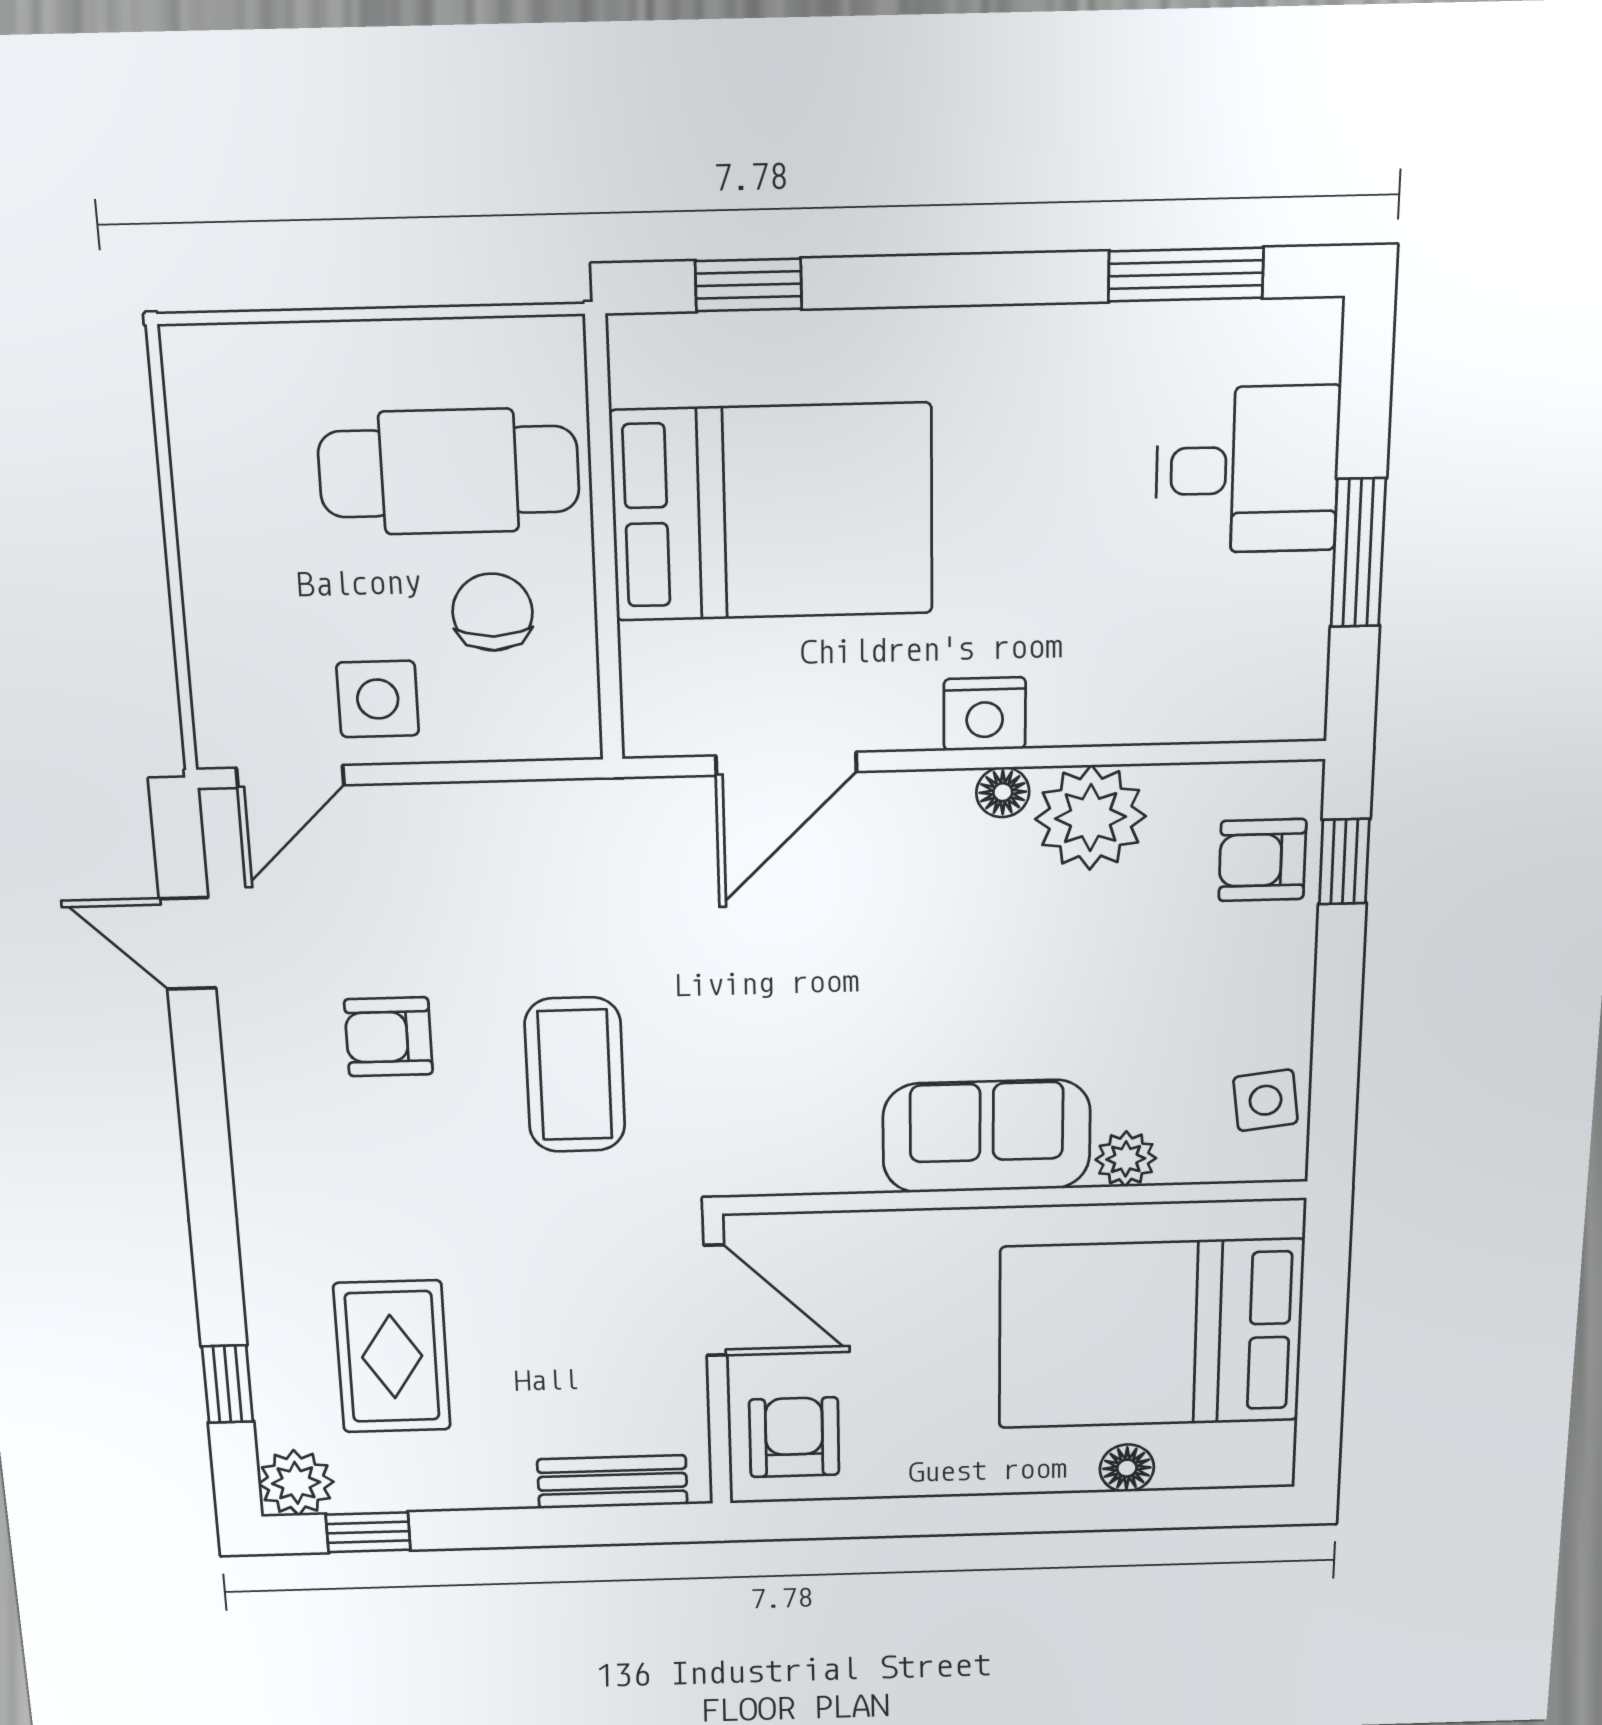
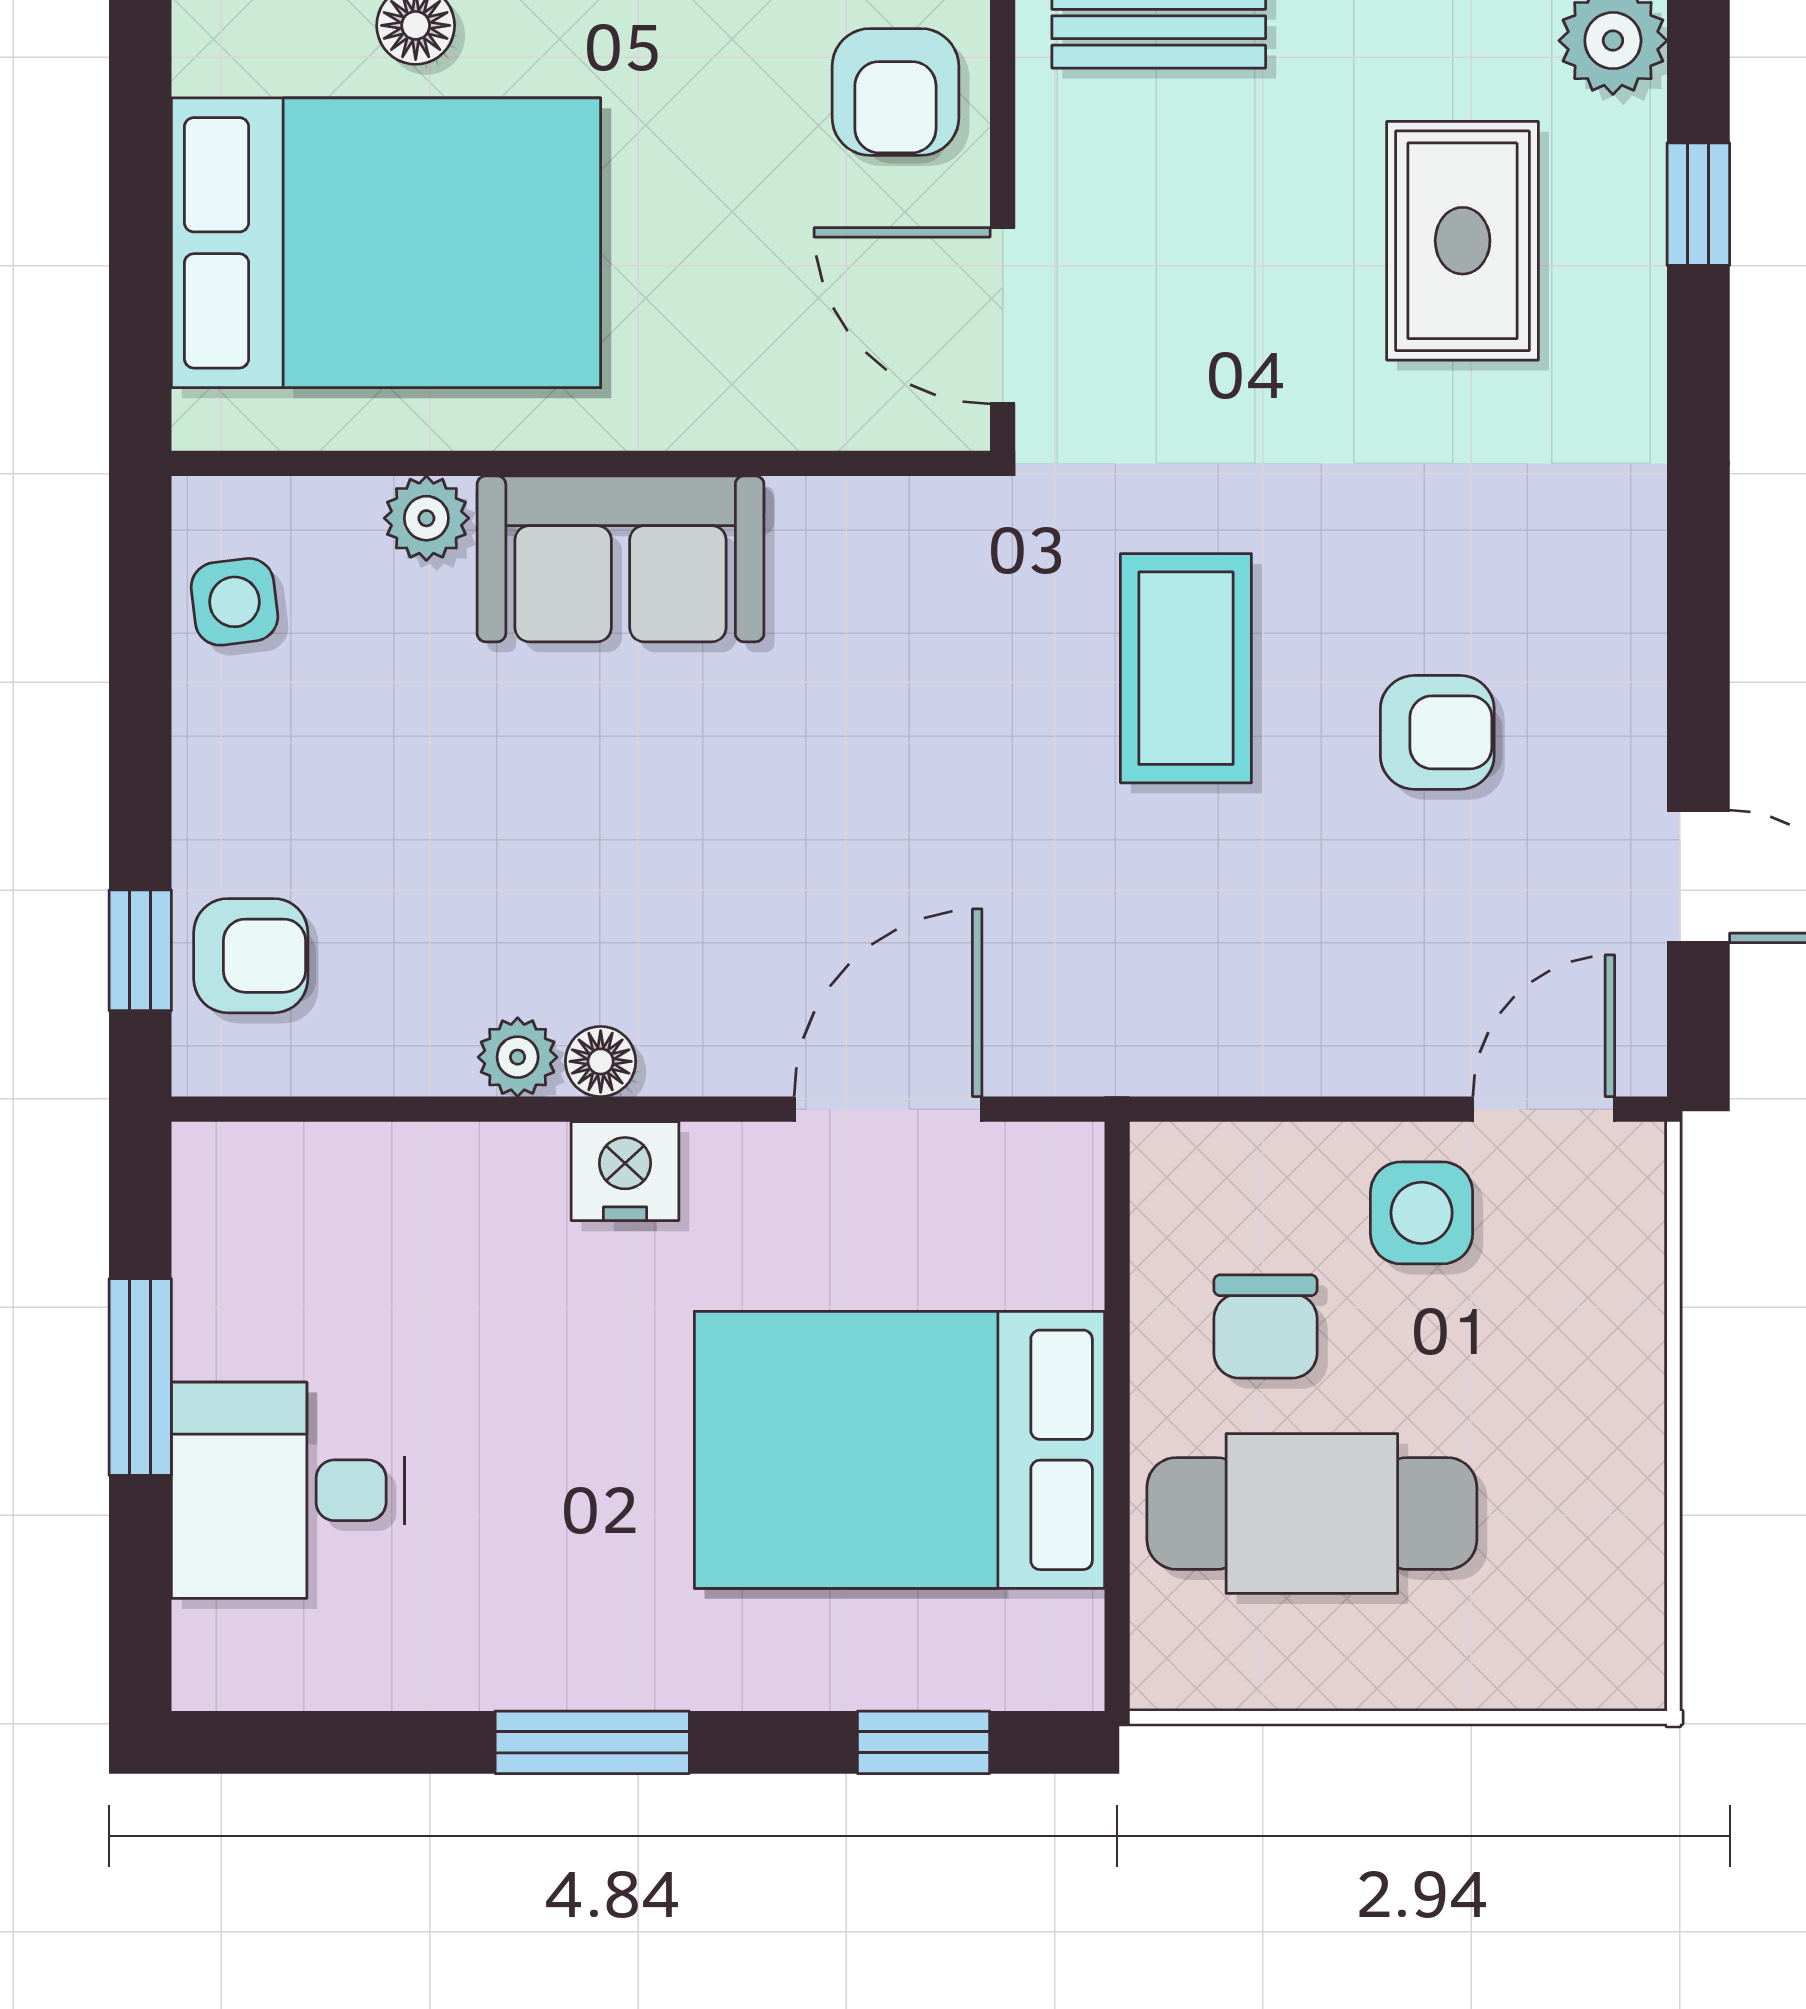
window: (1186, 275) -> (592, 1742), moved
plant: (1091, 818) -> (518, 1057), width x0.53, depth x0.53

